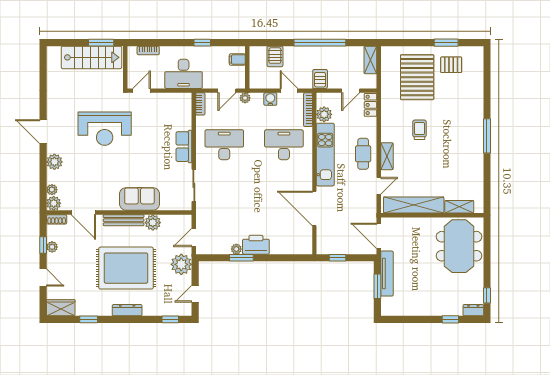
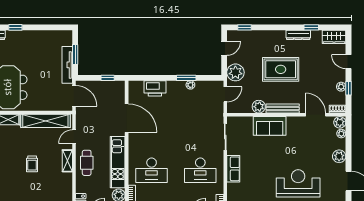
trolley: (419, 130) -> (32, 164), moved
printer: (256, 245) -> (155, 88), moved
rug: (126, 268) -> (281, 69), width x0.73, depth x0.69
dresser: (127, 310) -> (298, 35), moved

